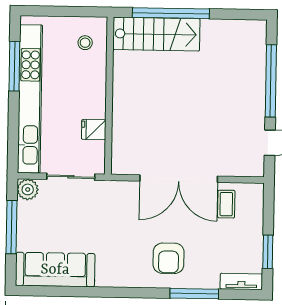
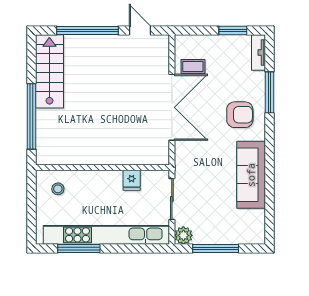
stairs: (156, 34) -> (49, 71), moved
sofa: (55, 270) -> (251, 175), moved

